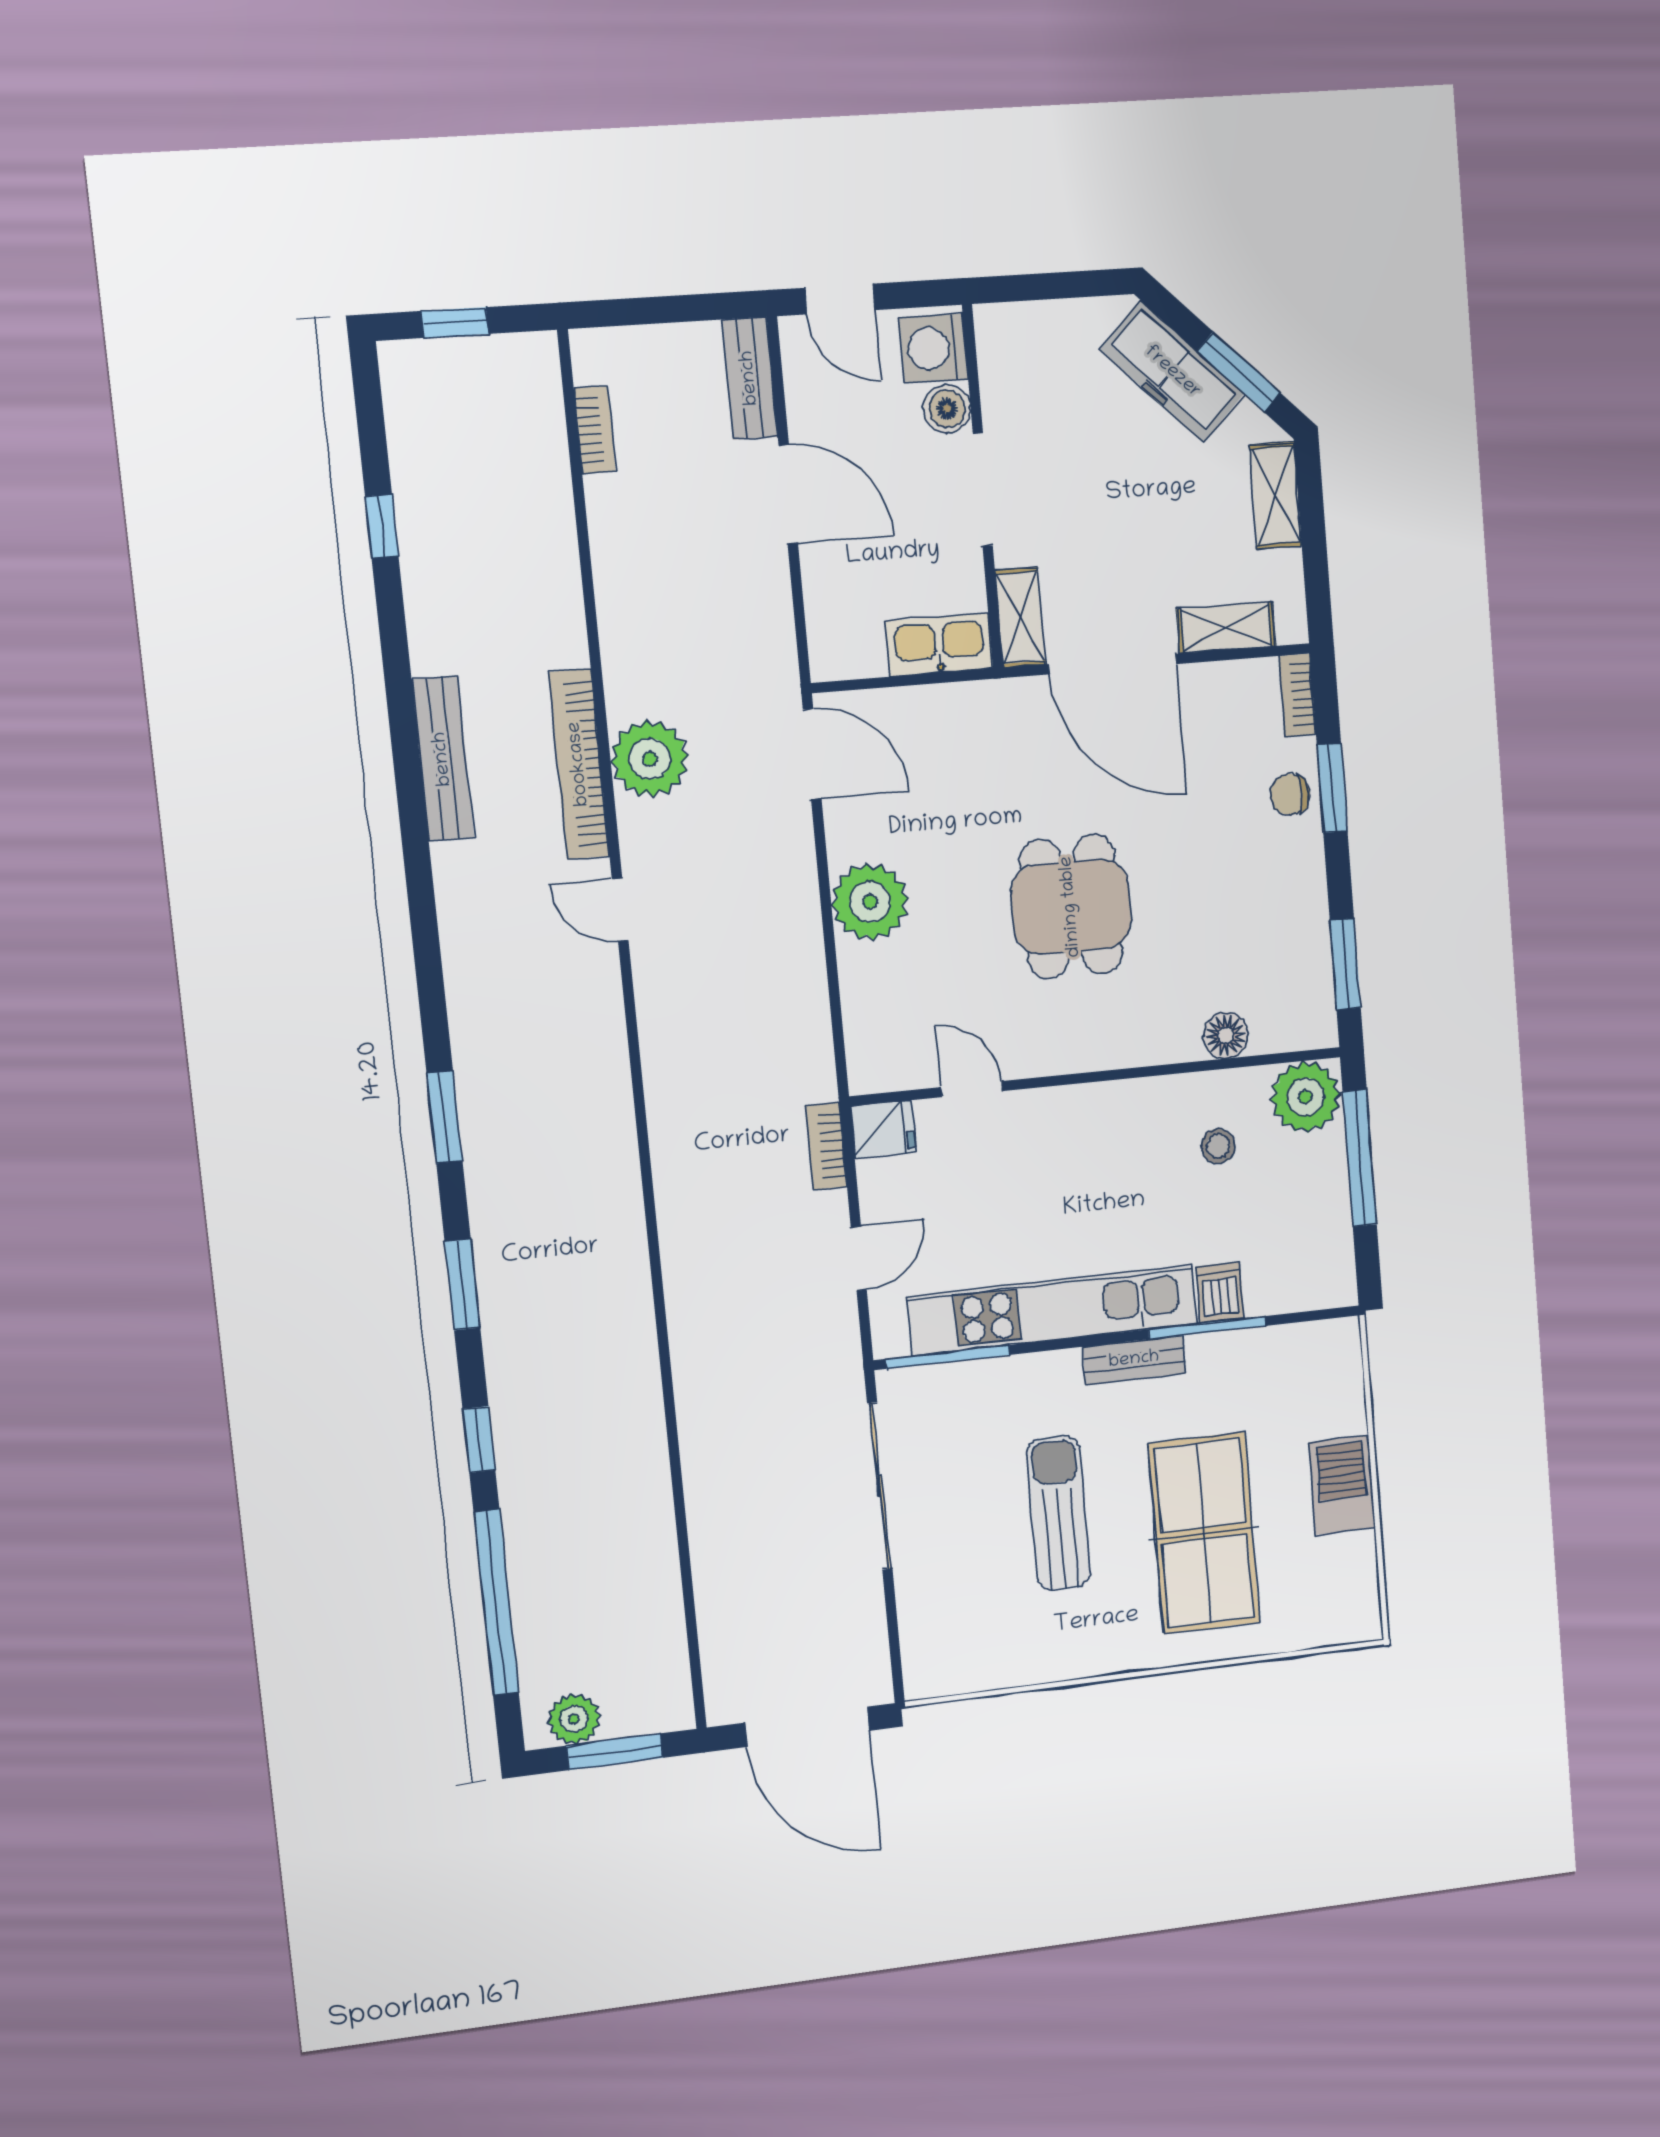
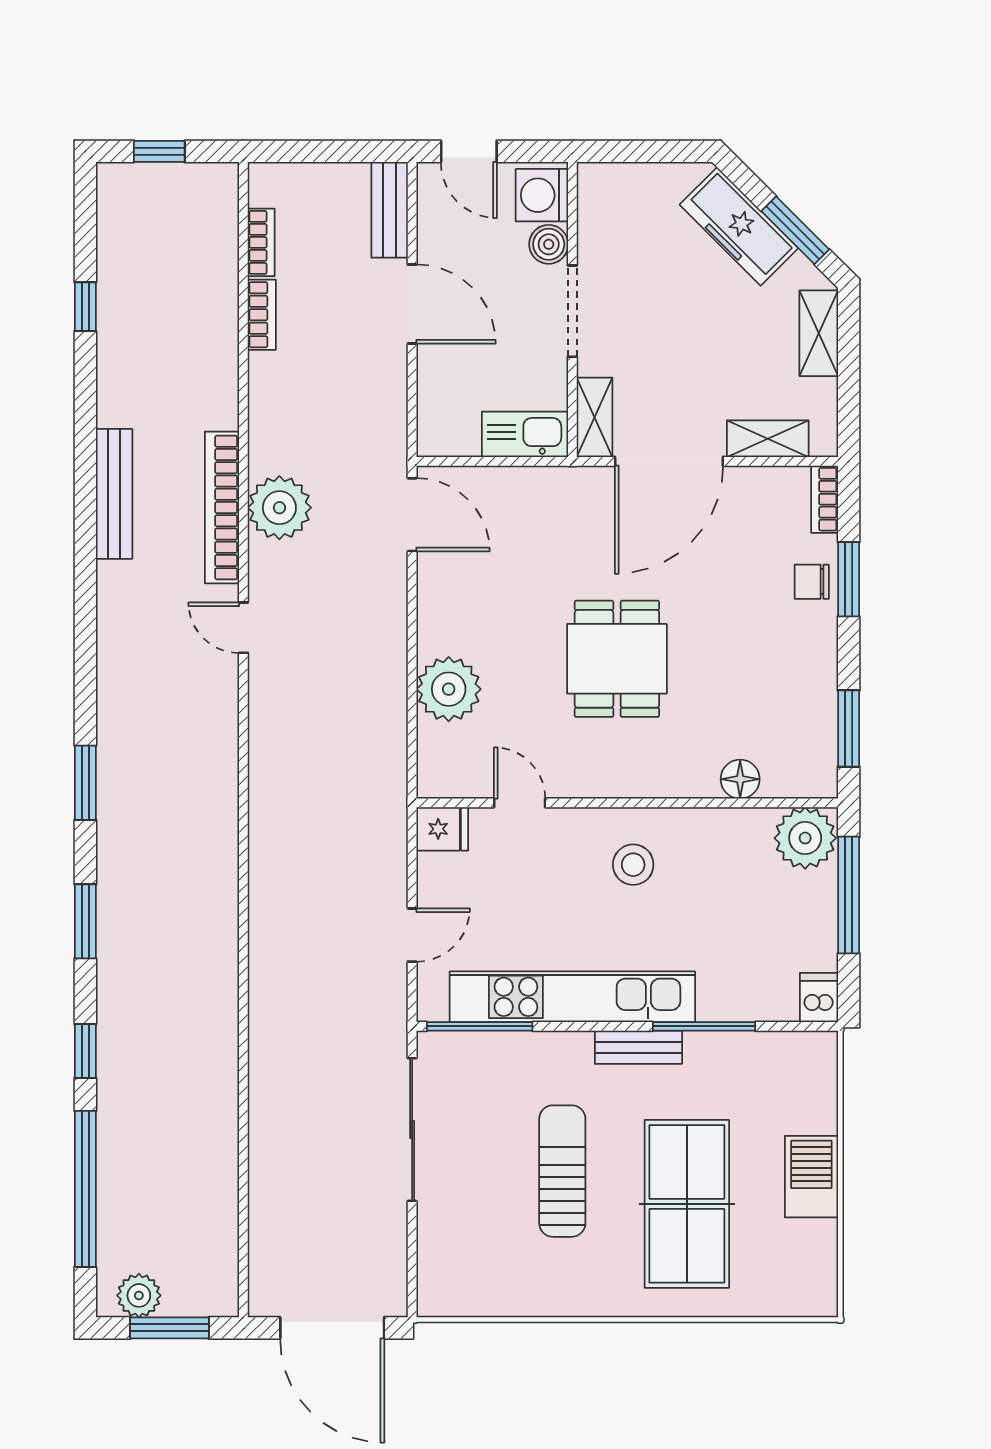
door: (1113, 664) -> (669, 461), hinge flipped
plant: (870, 902) -> (449, 689), moved
bookcase: (826, 1146) -> (262, 315), moved, turned 180
stool: (1218, 1146) -> (633, 865), moved, width x1.37, depth x1.37
dishwasher: (1220, 1293) -> (819, 998), moved

